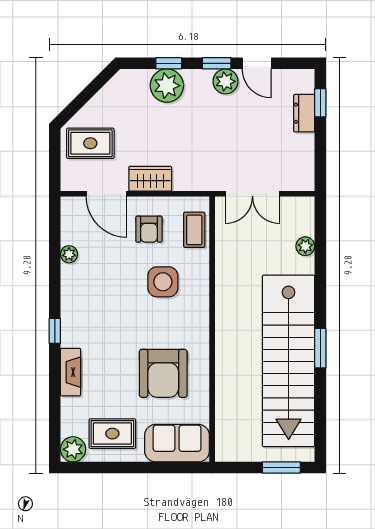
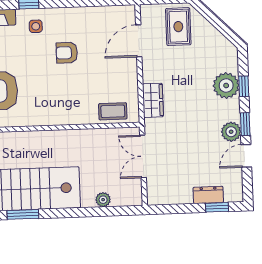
wardrobe: (150, 179) -> (153, 100), moved
armchair: (149, 229) -> (67, 53), moved
plant: (69, 254) -> (90, 13), removed
side table: (163, 282) -> (36, 26), moved, width x0.54, depth x0.54

